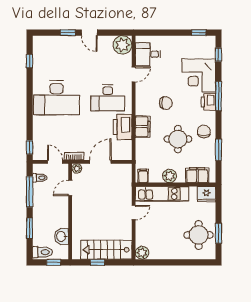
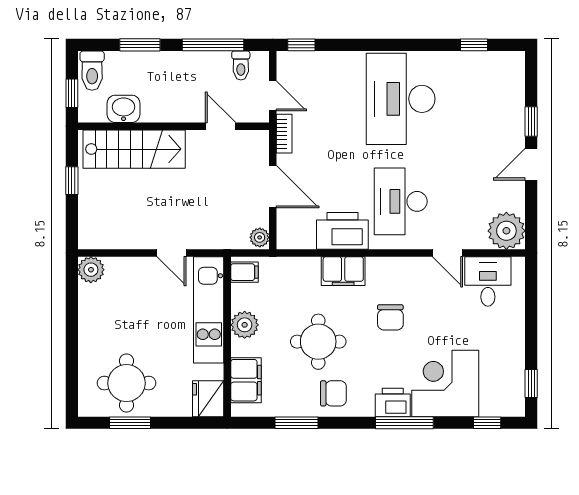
door: (55, 162) -> (273, 96), hinge flipped
plant: (77, 168) -> (260, 237), moved
stairs: (106, 250) -> (134, 149), moved, turned 90

